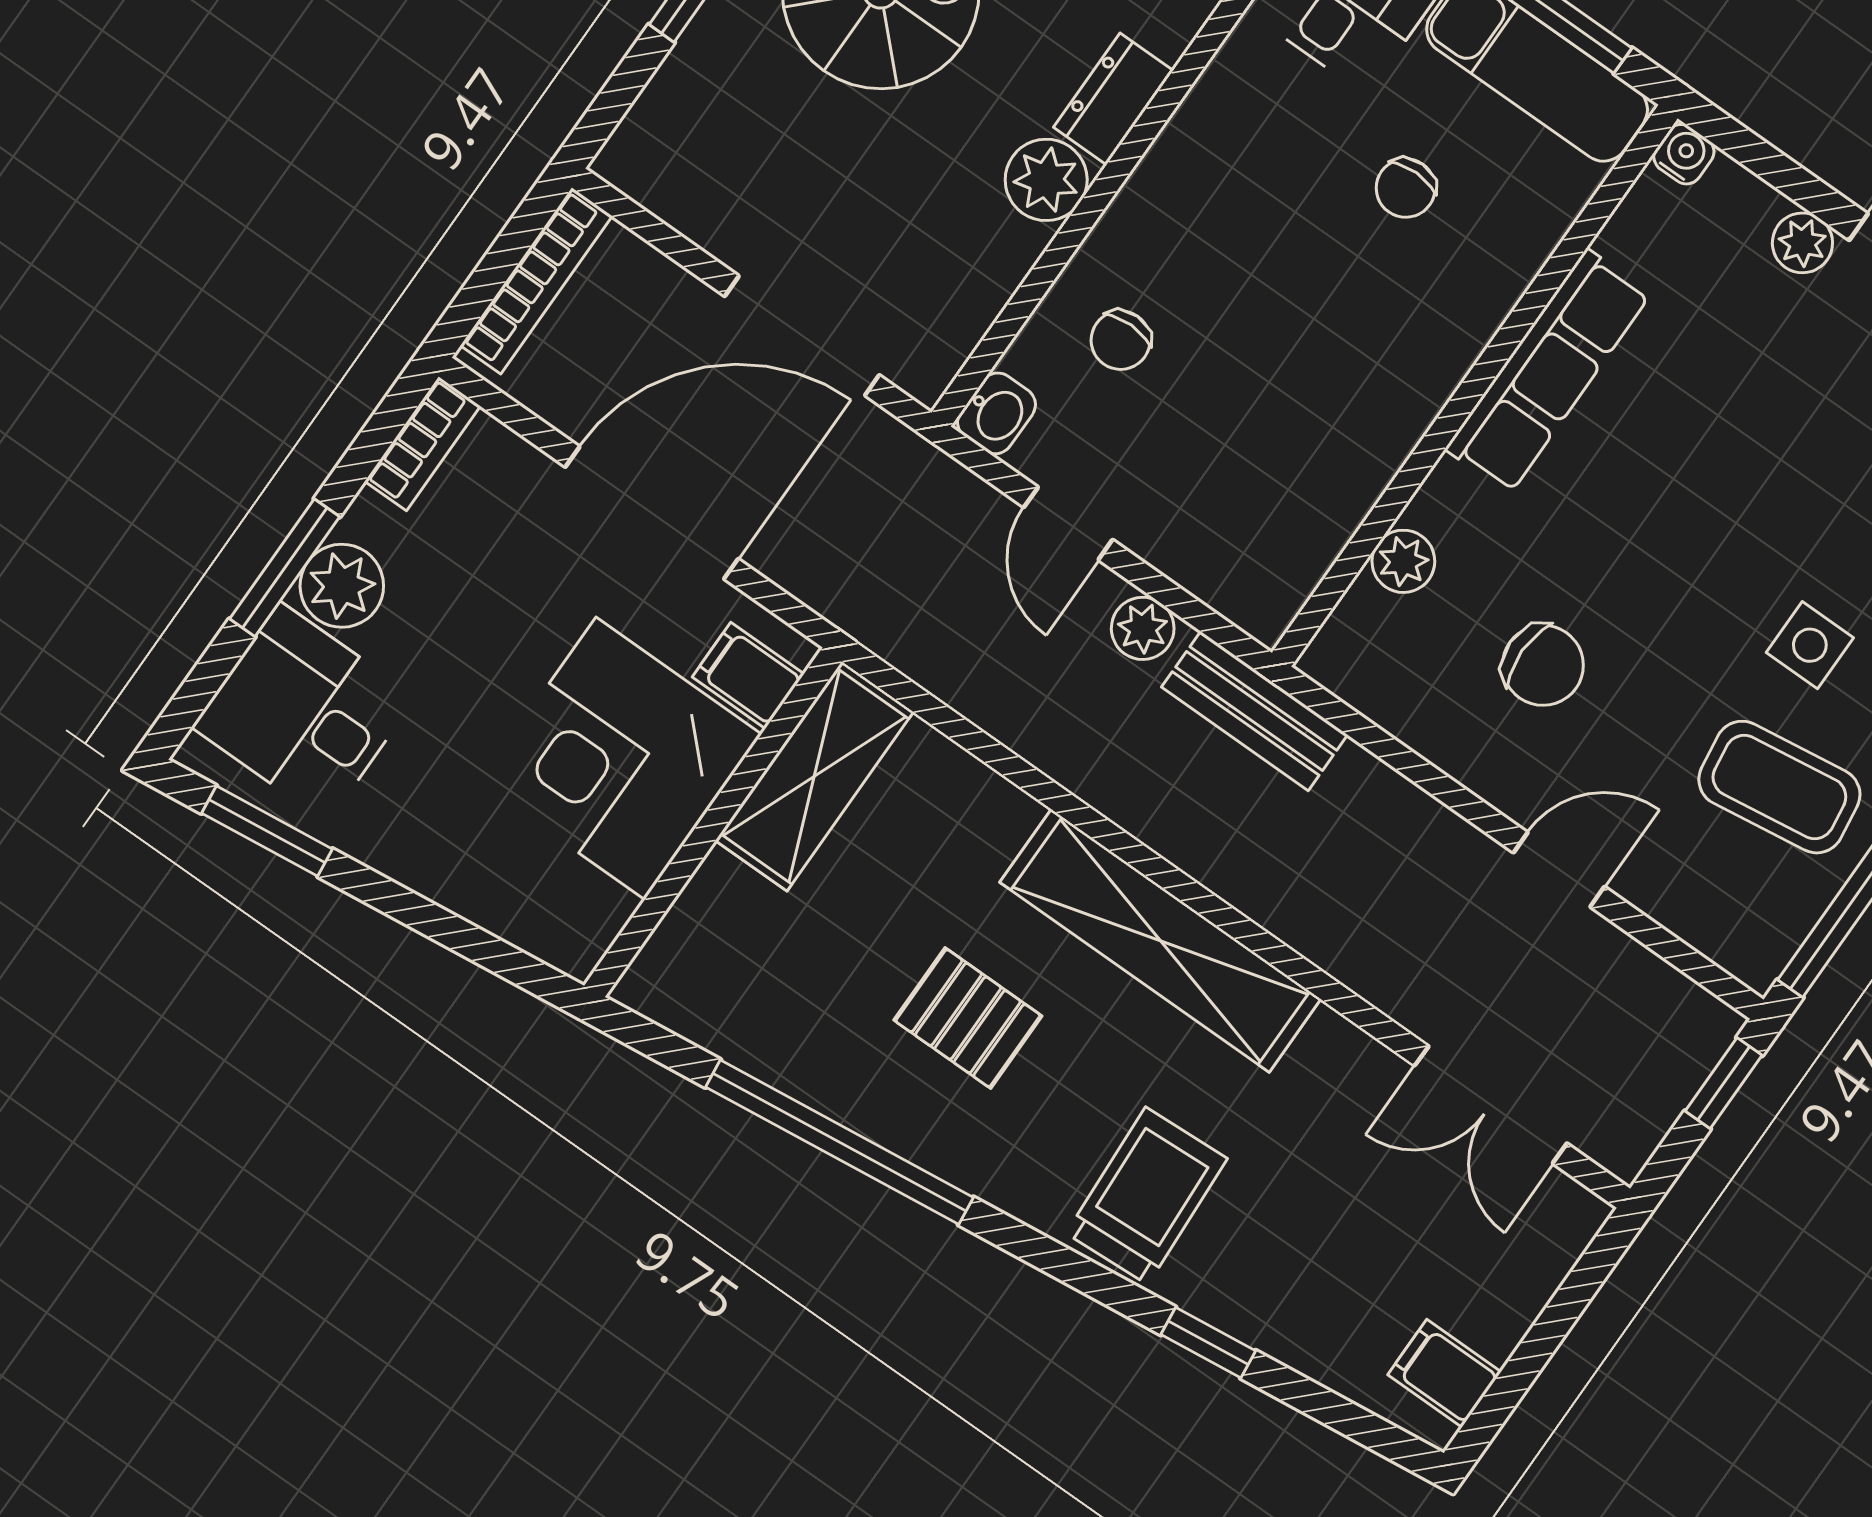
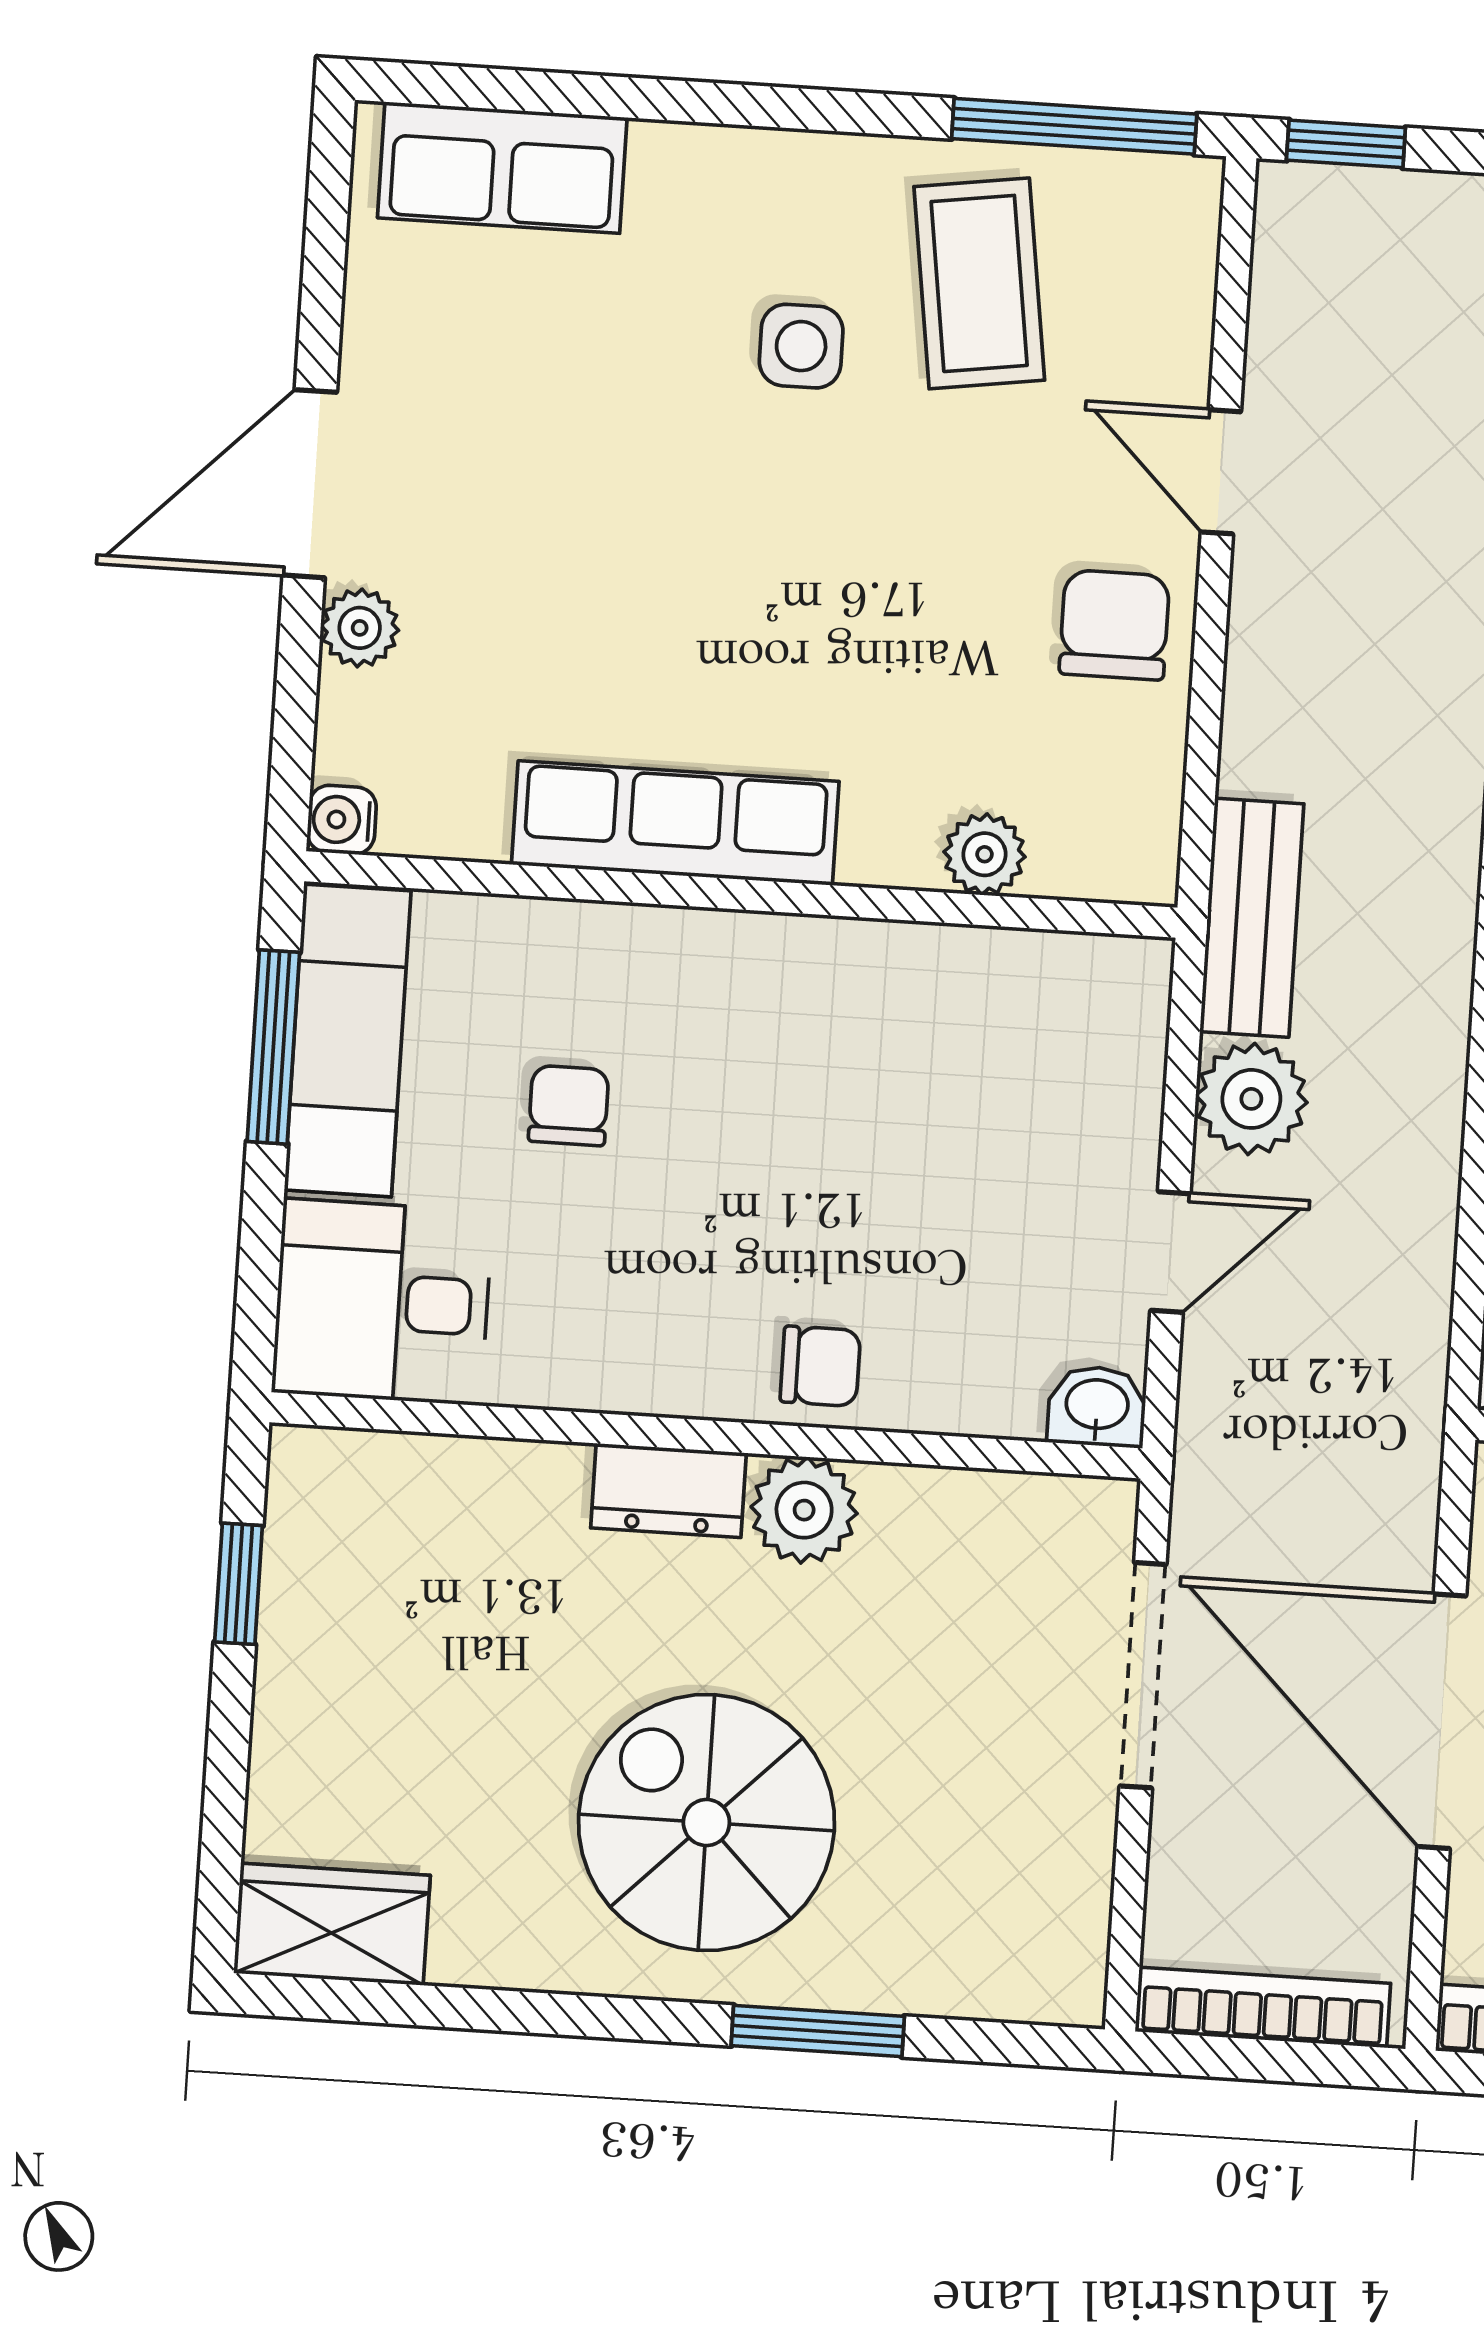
chair: (1406, 188) -> (569, 1106), turned -90
chair: (1121, 340) -> (820, 1366), moved
plant: (1143, 628) -> (1251, 1099), width x1.38, depth x1.38
chair: (1543, 665) -> (1114, 625), moved

